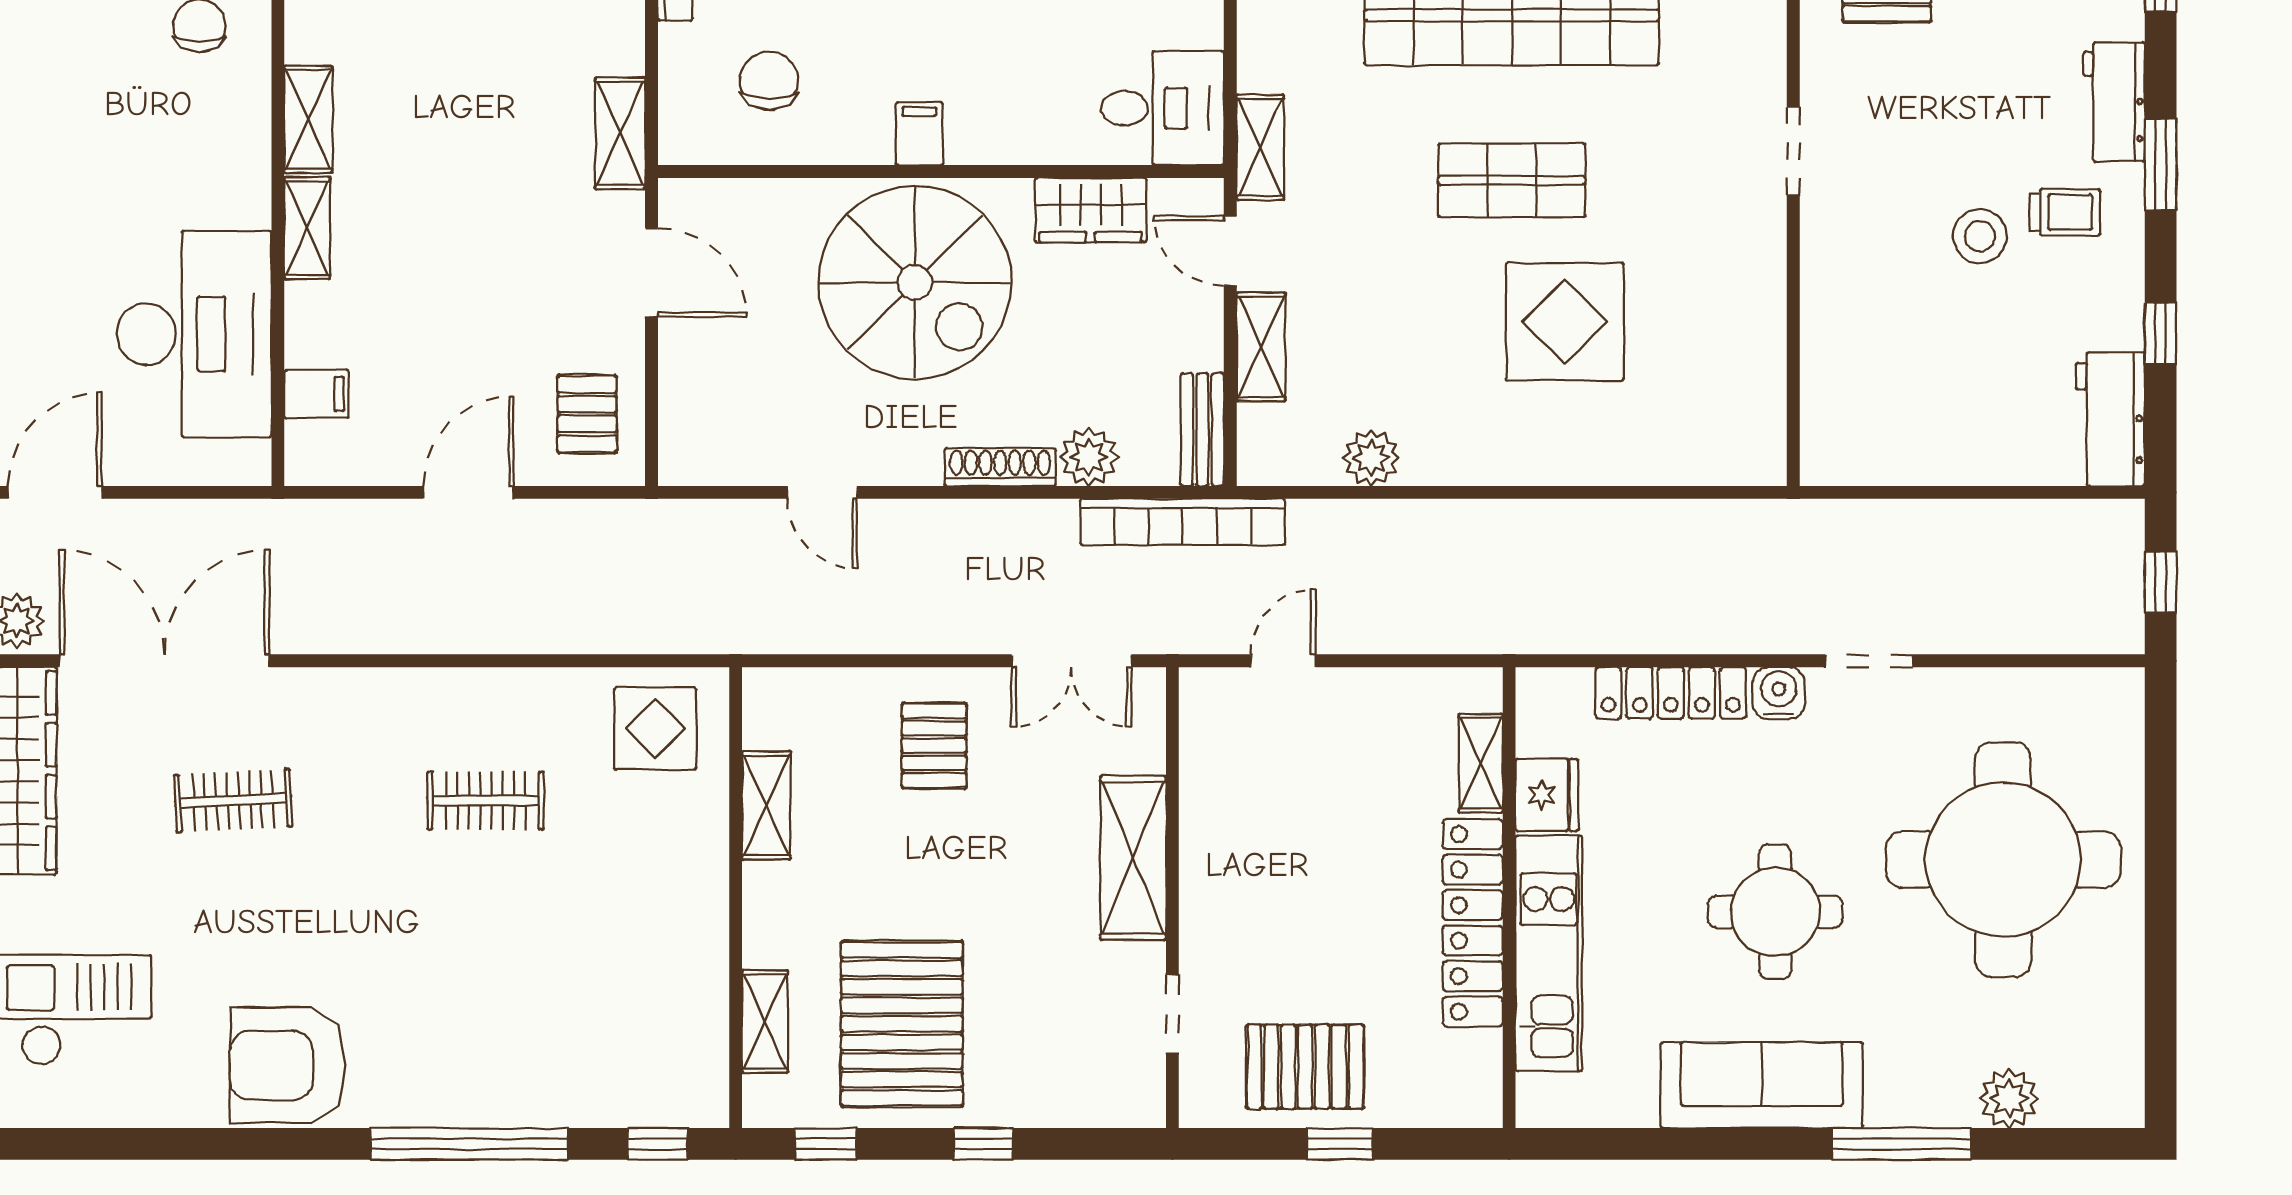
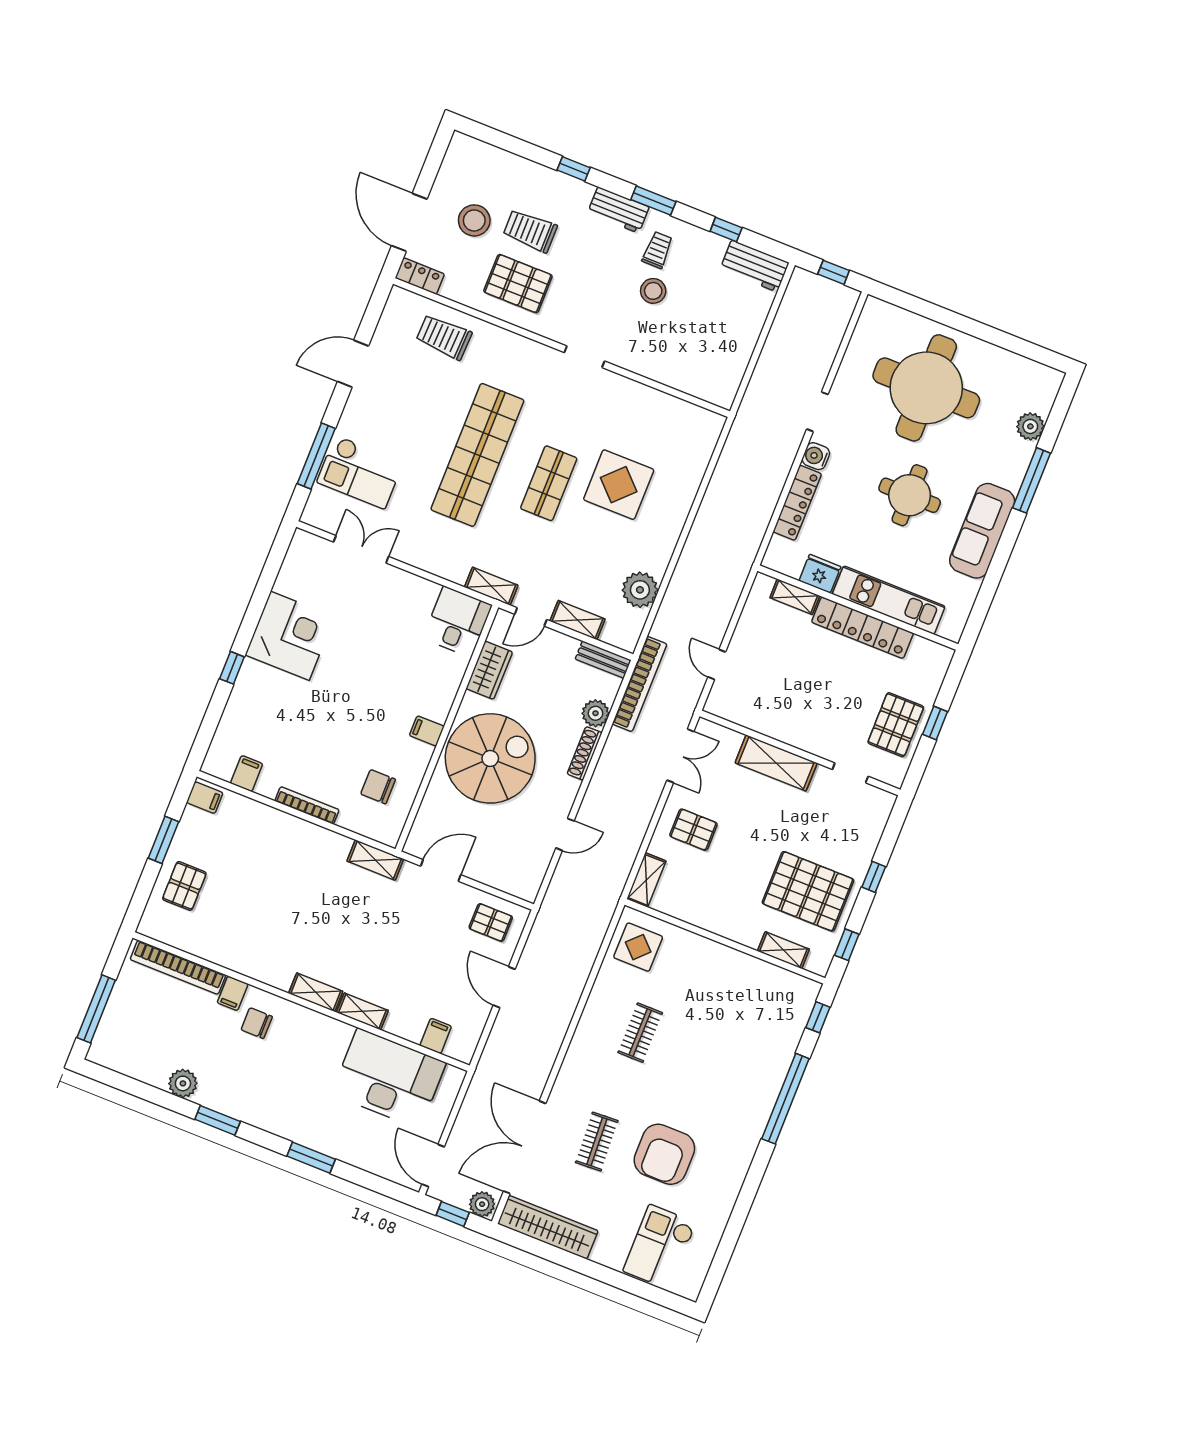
plant: (1371, 458) -> (640, 590), width x1.36, depth x1.36
shelving: (766, 805) -> (646, 880), moved, turned 90
armchair: (288, 1065) -> (664, 1154), moved

